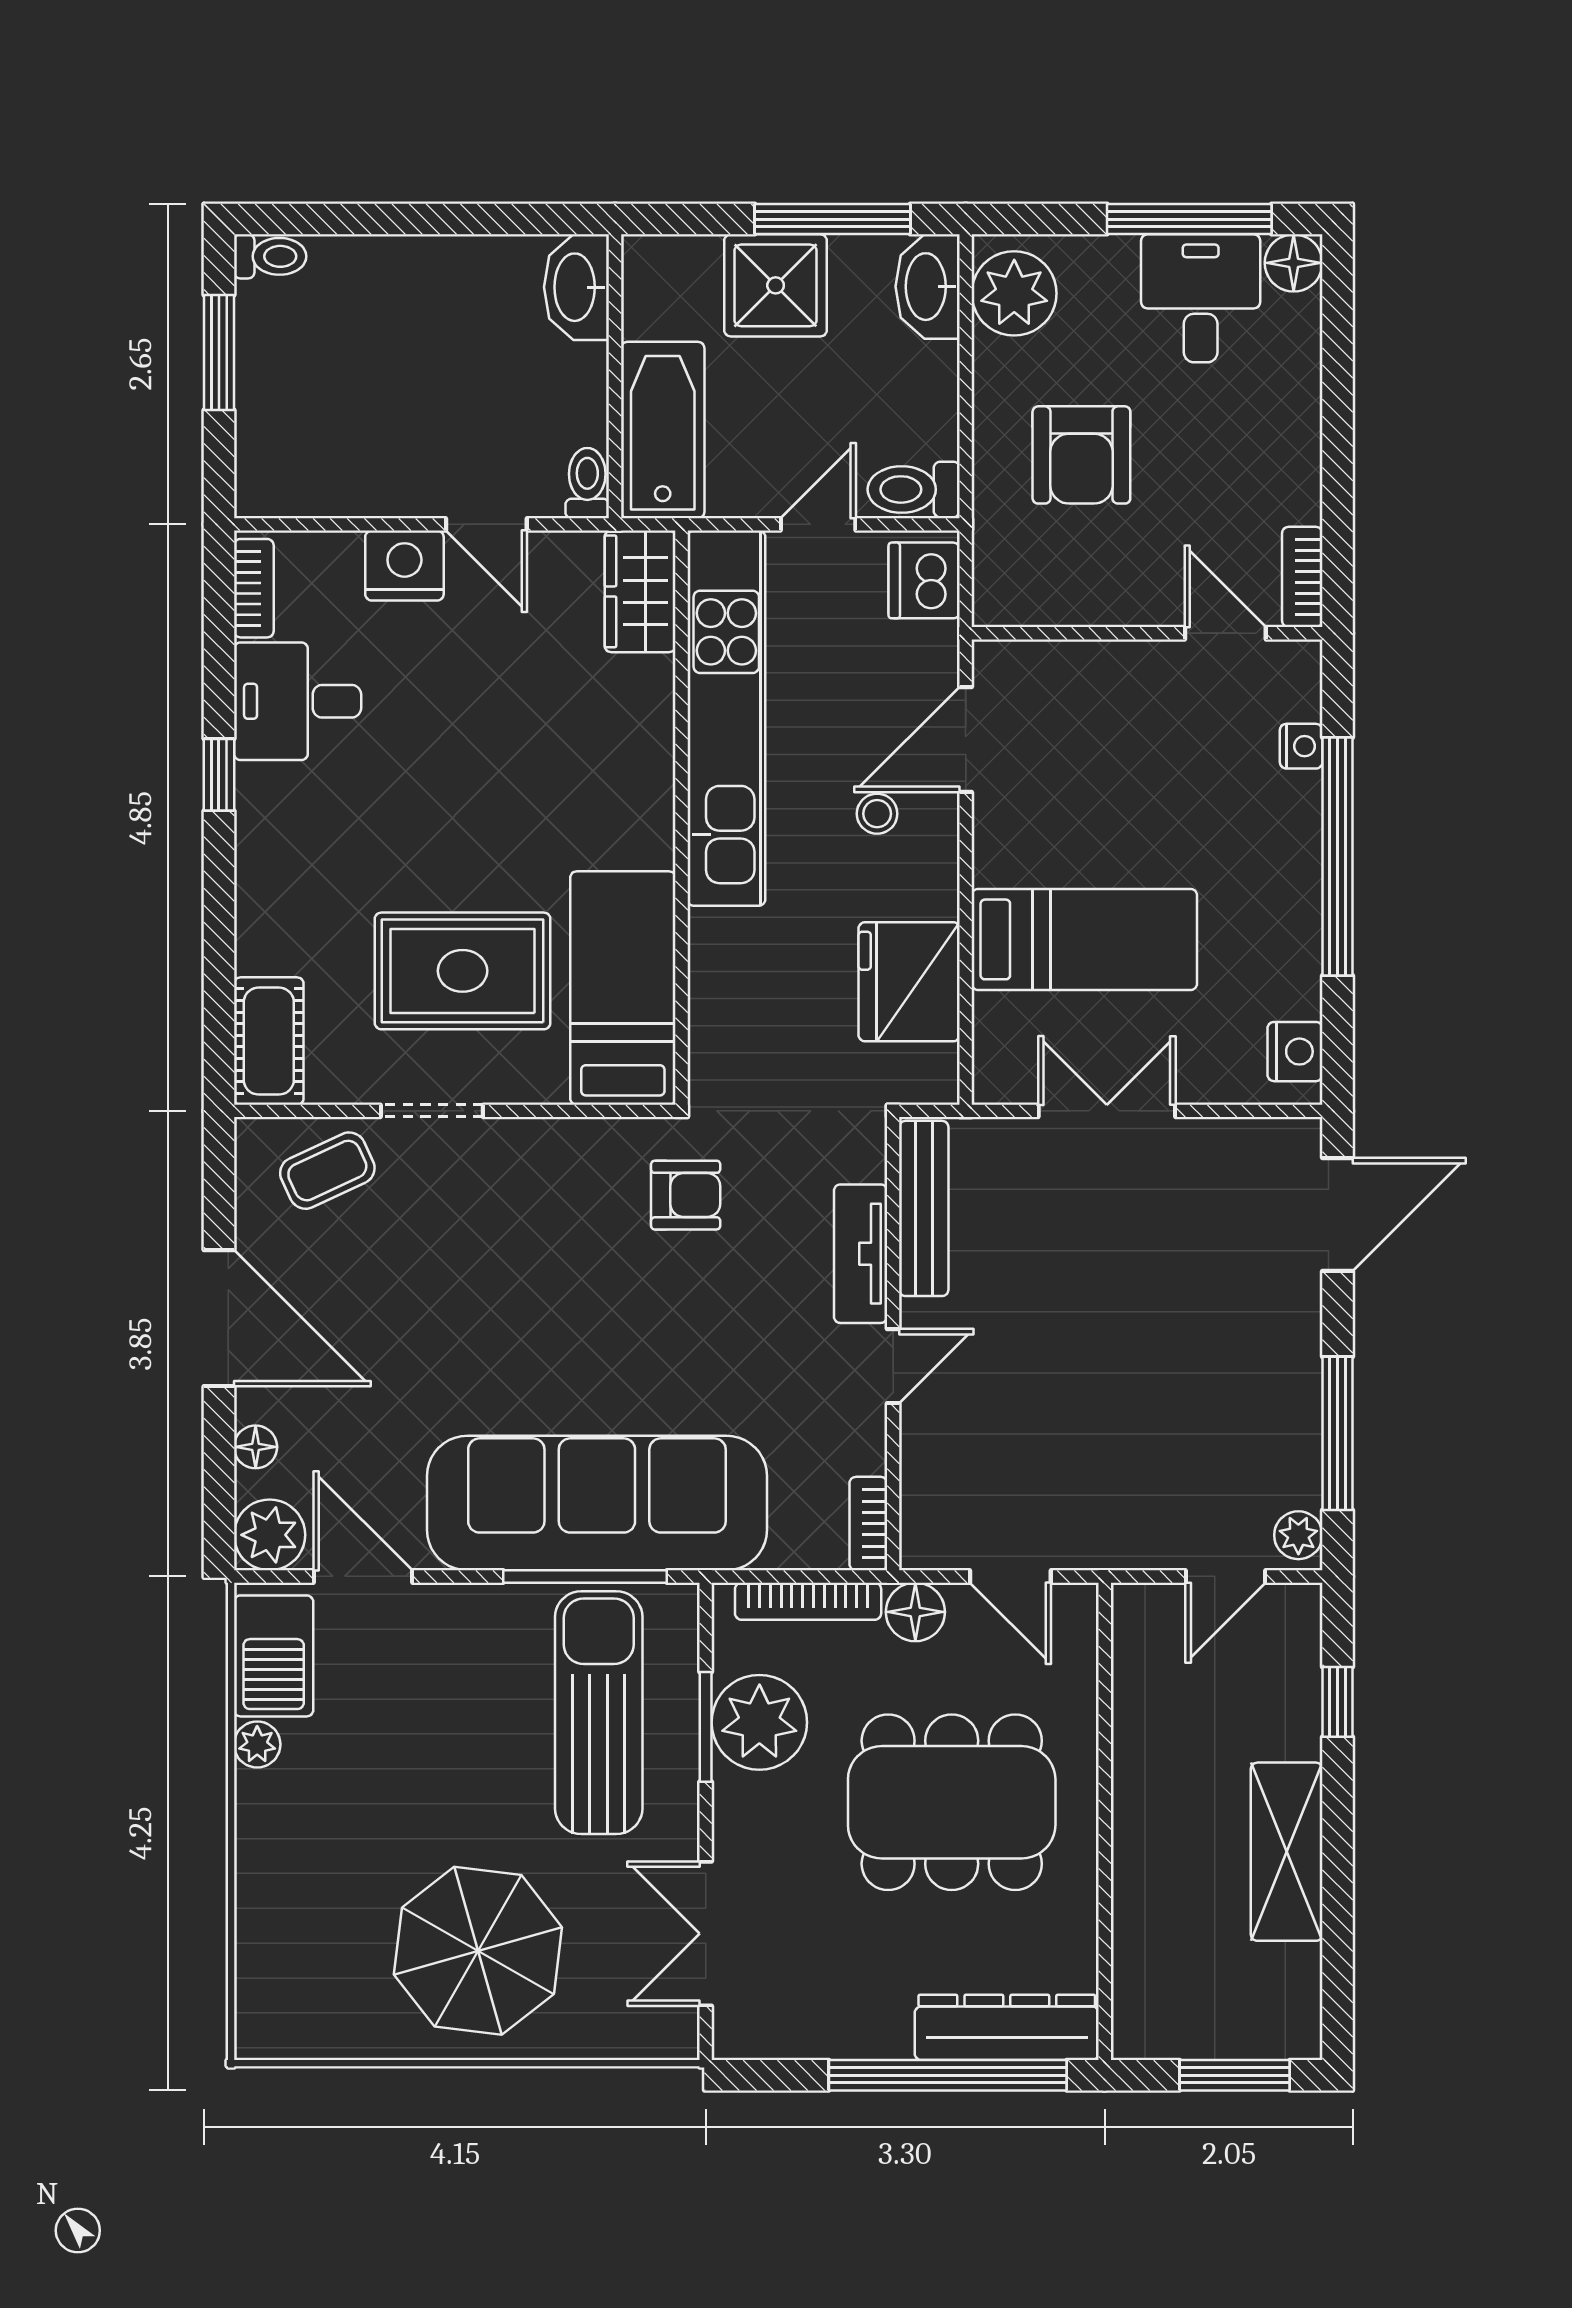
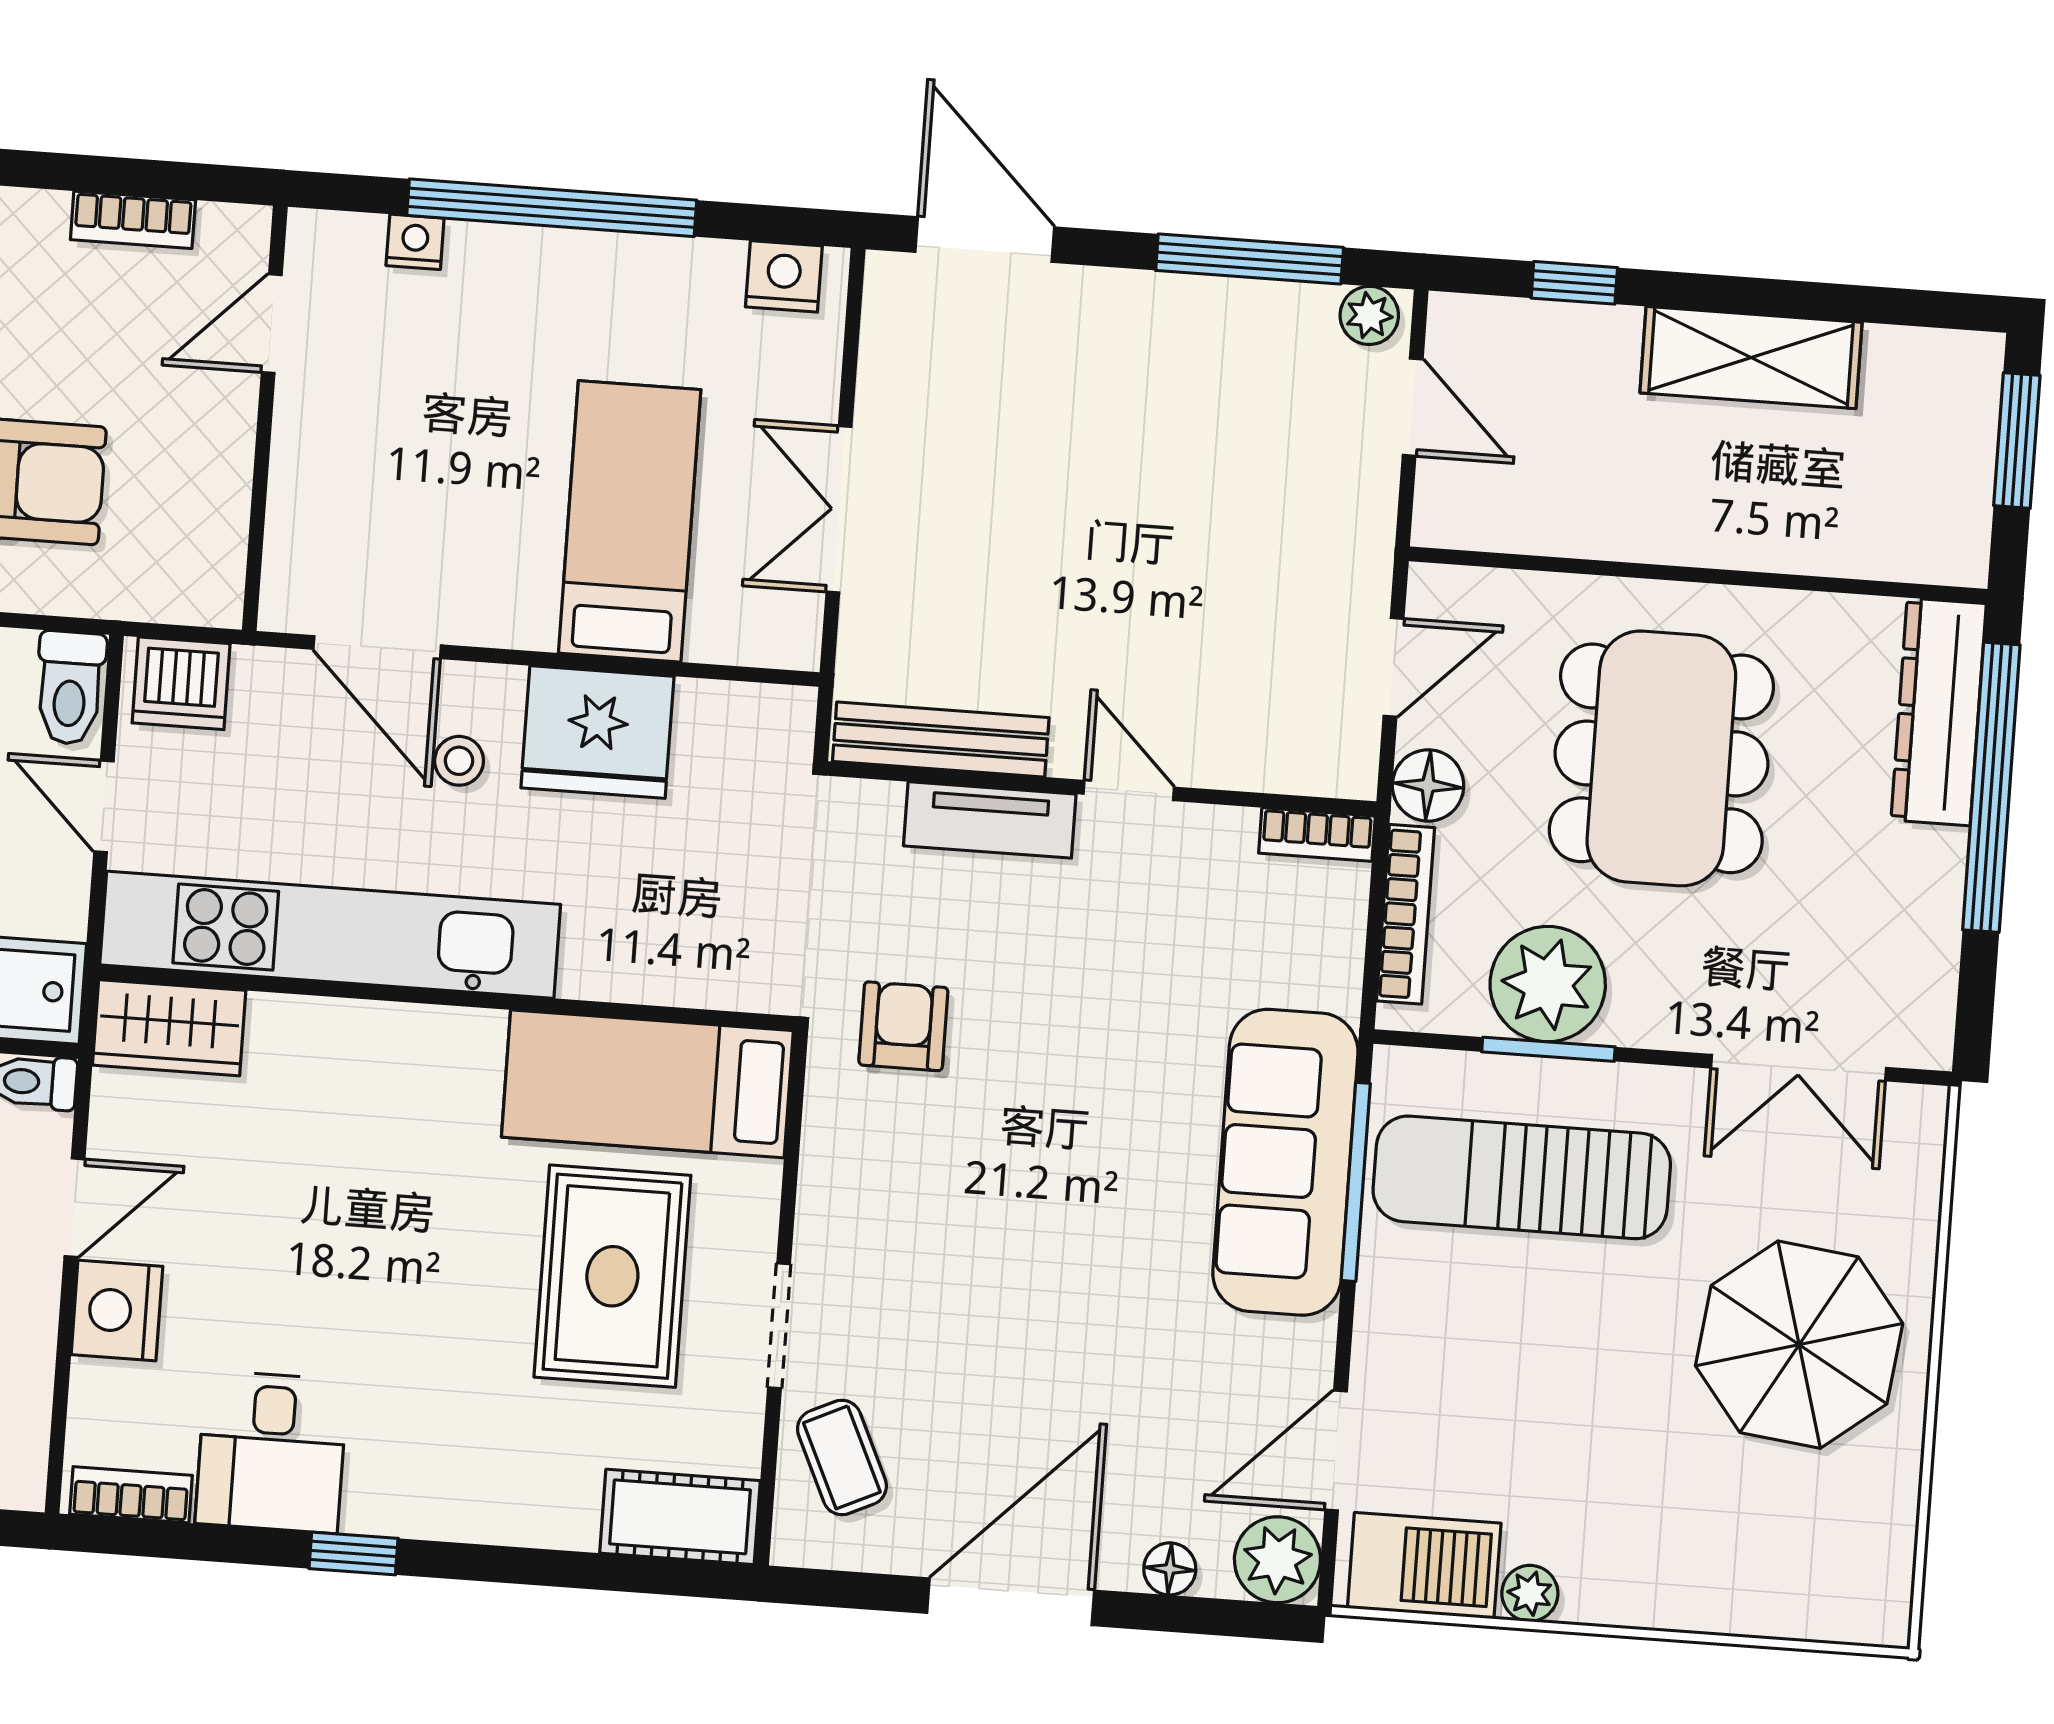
bookcase: (1302, 577) -> (133, 220), moved
fridge: (909, 982) -> (597, 732), moved
sofa: (597, 1503) -> (1285, 1162), width x0.74, depth x0.79

